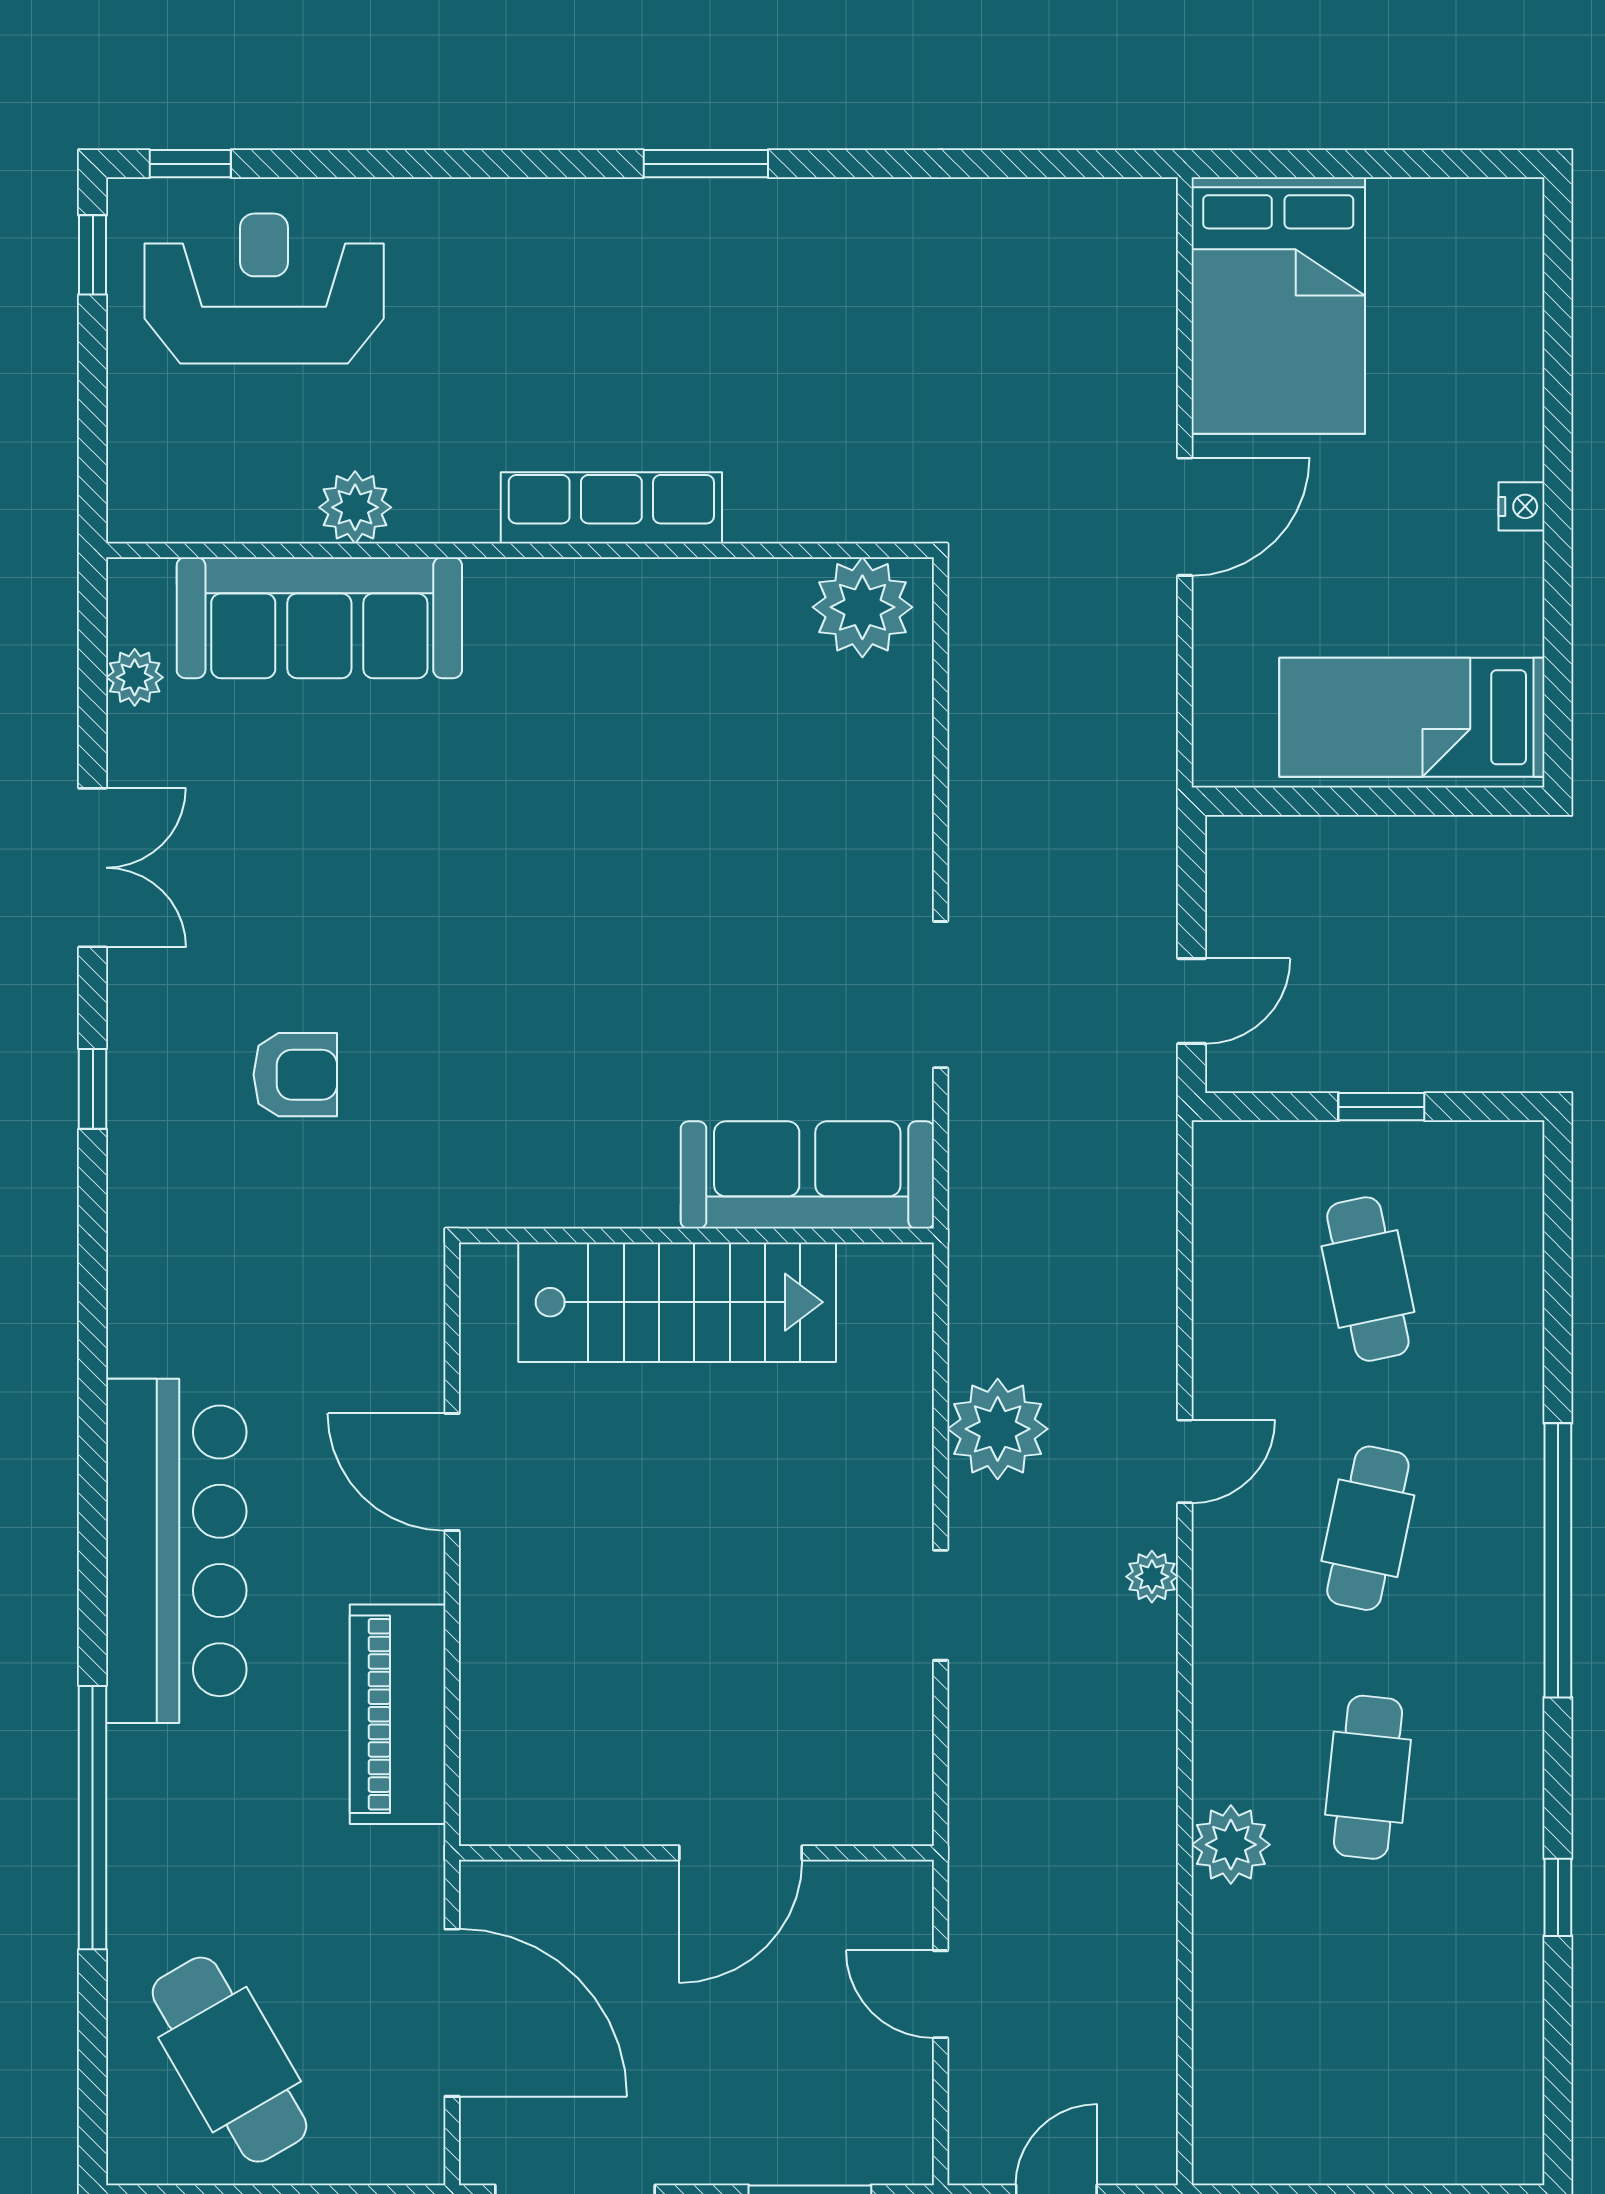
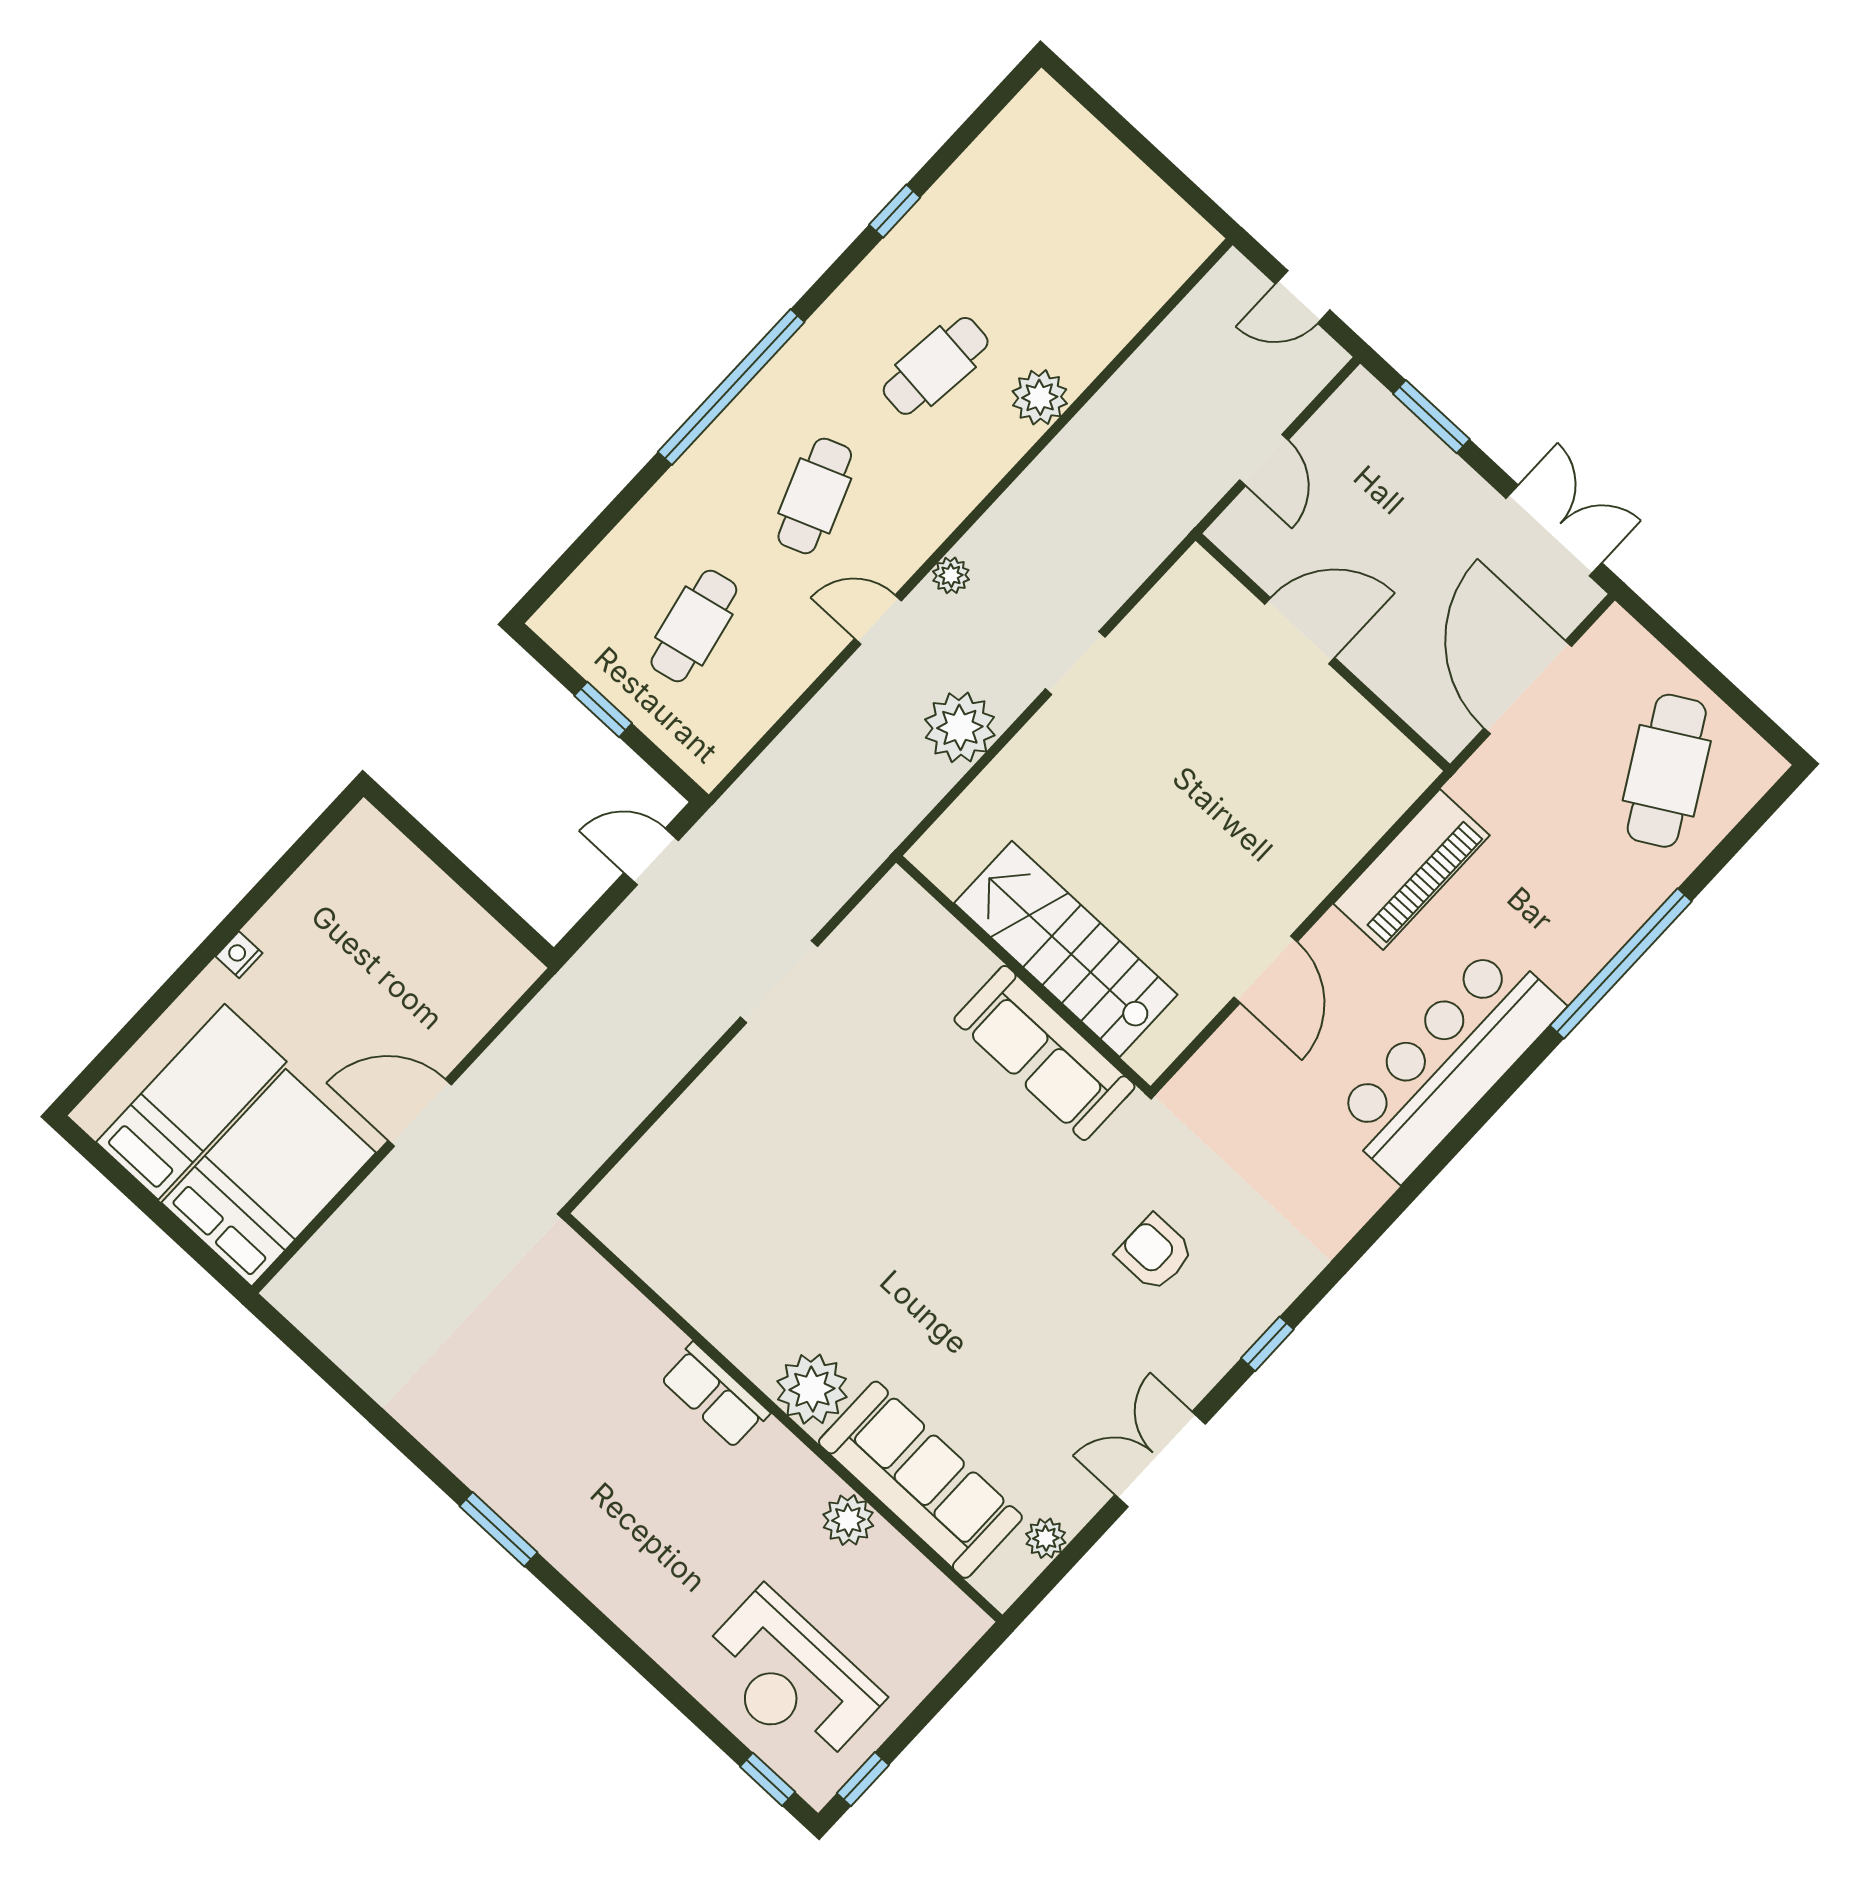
row of seats: (611, 508) -> (715, 1395), width x0.68
plant: (862, 607) -> (812, 1389), moved
bed: (1412, 717) -> (191, 1102), moved, turned -90
sofa: (807, 1175) -> (1044, 1053), moved
cafe table: (1368, 1528) -> (815, 496), turned -33

